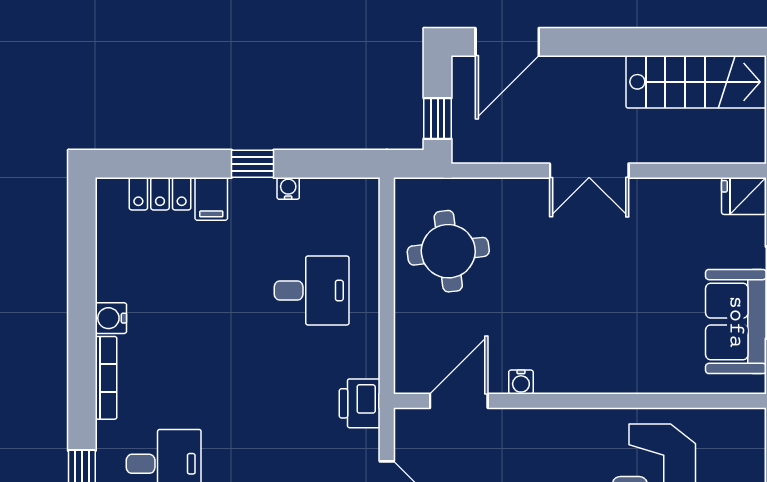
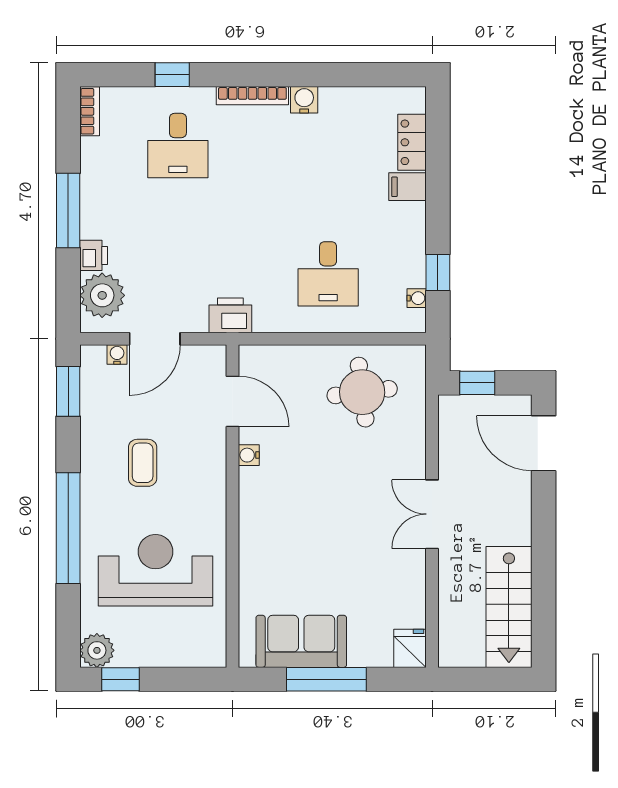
window: (253, 164) -> (438, 273), moved
water cooler: (288, 188) -> (417, 298), moved

